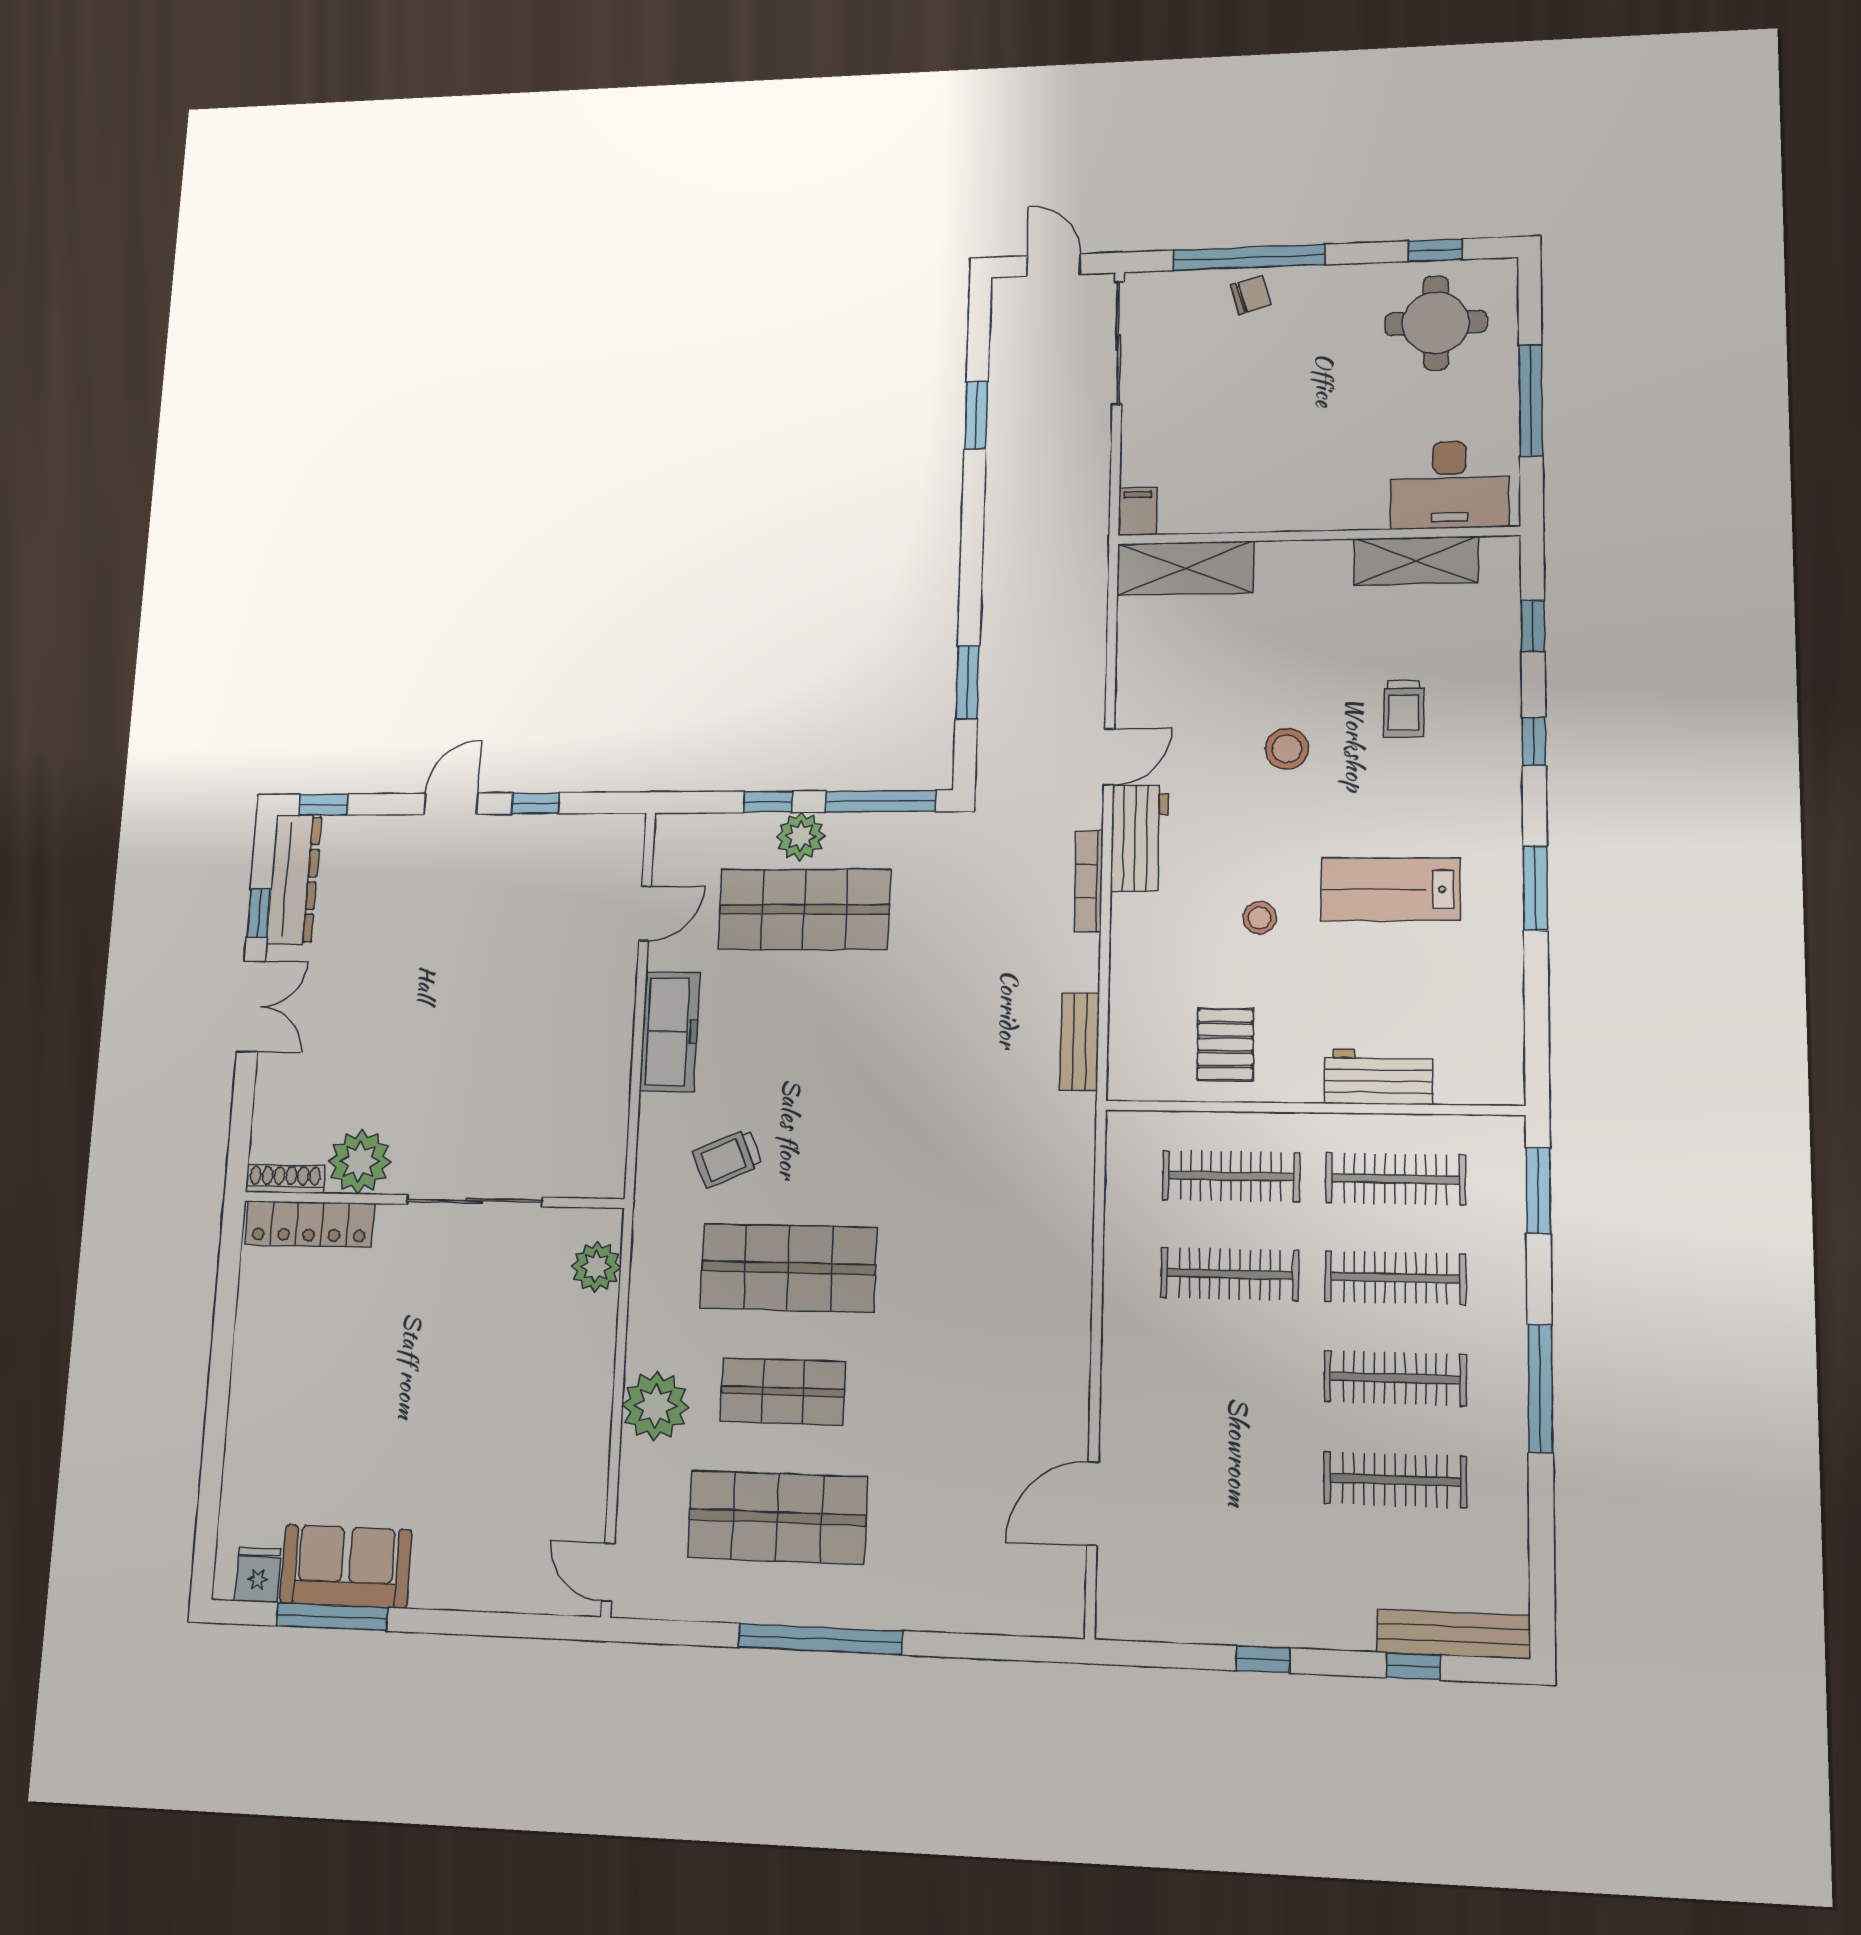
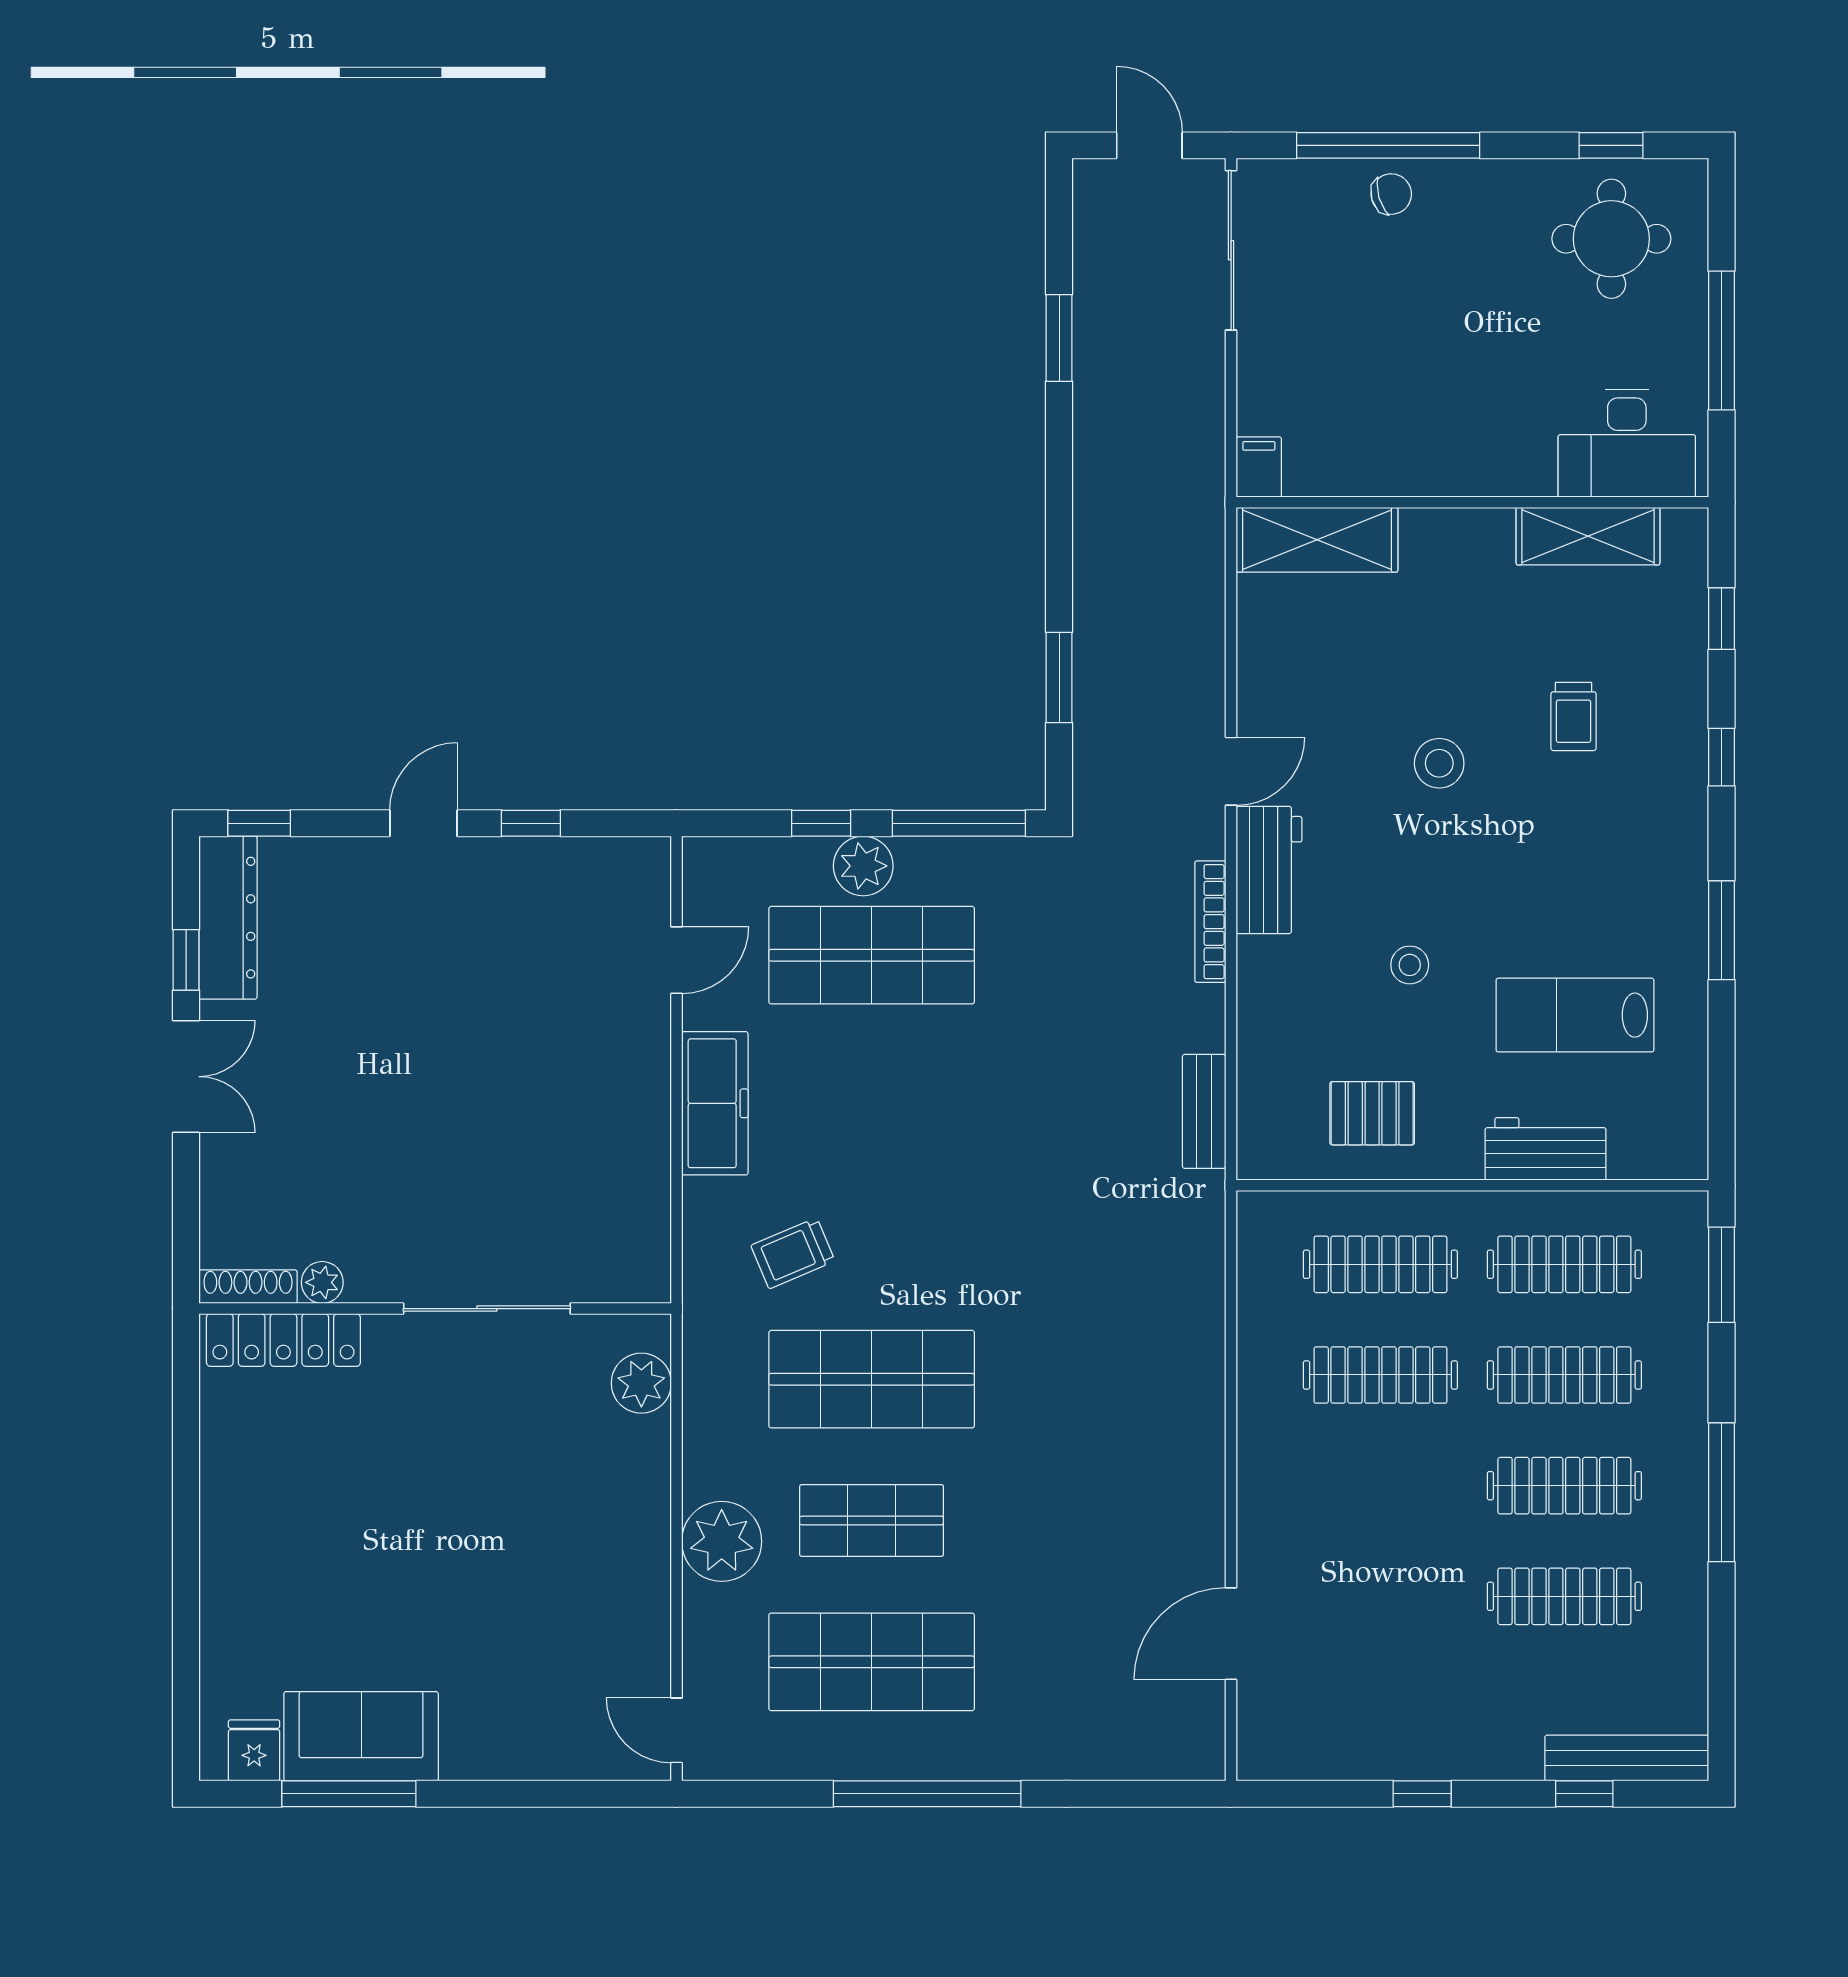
lab bench: (1390, 889) -> (1575, 1015), moved
pallet: (1225, 1044) -> (1372, 1113), turned 90
plant: (360, 1161) -> (322, 1282), width x0.53, depth x0.53

